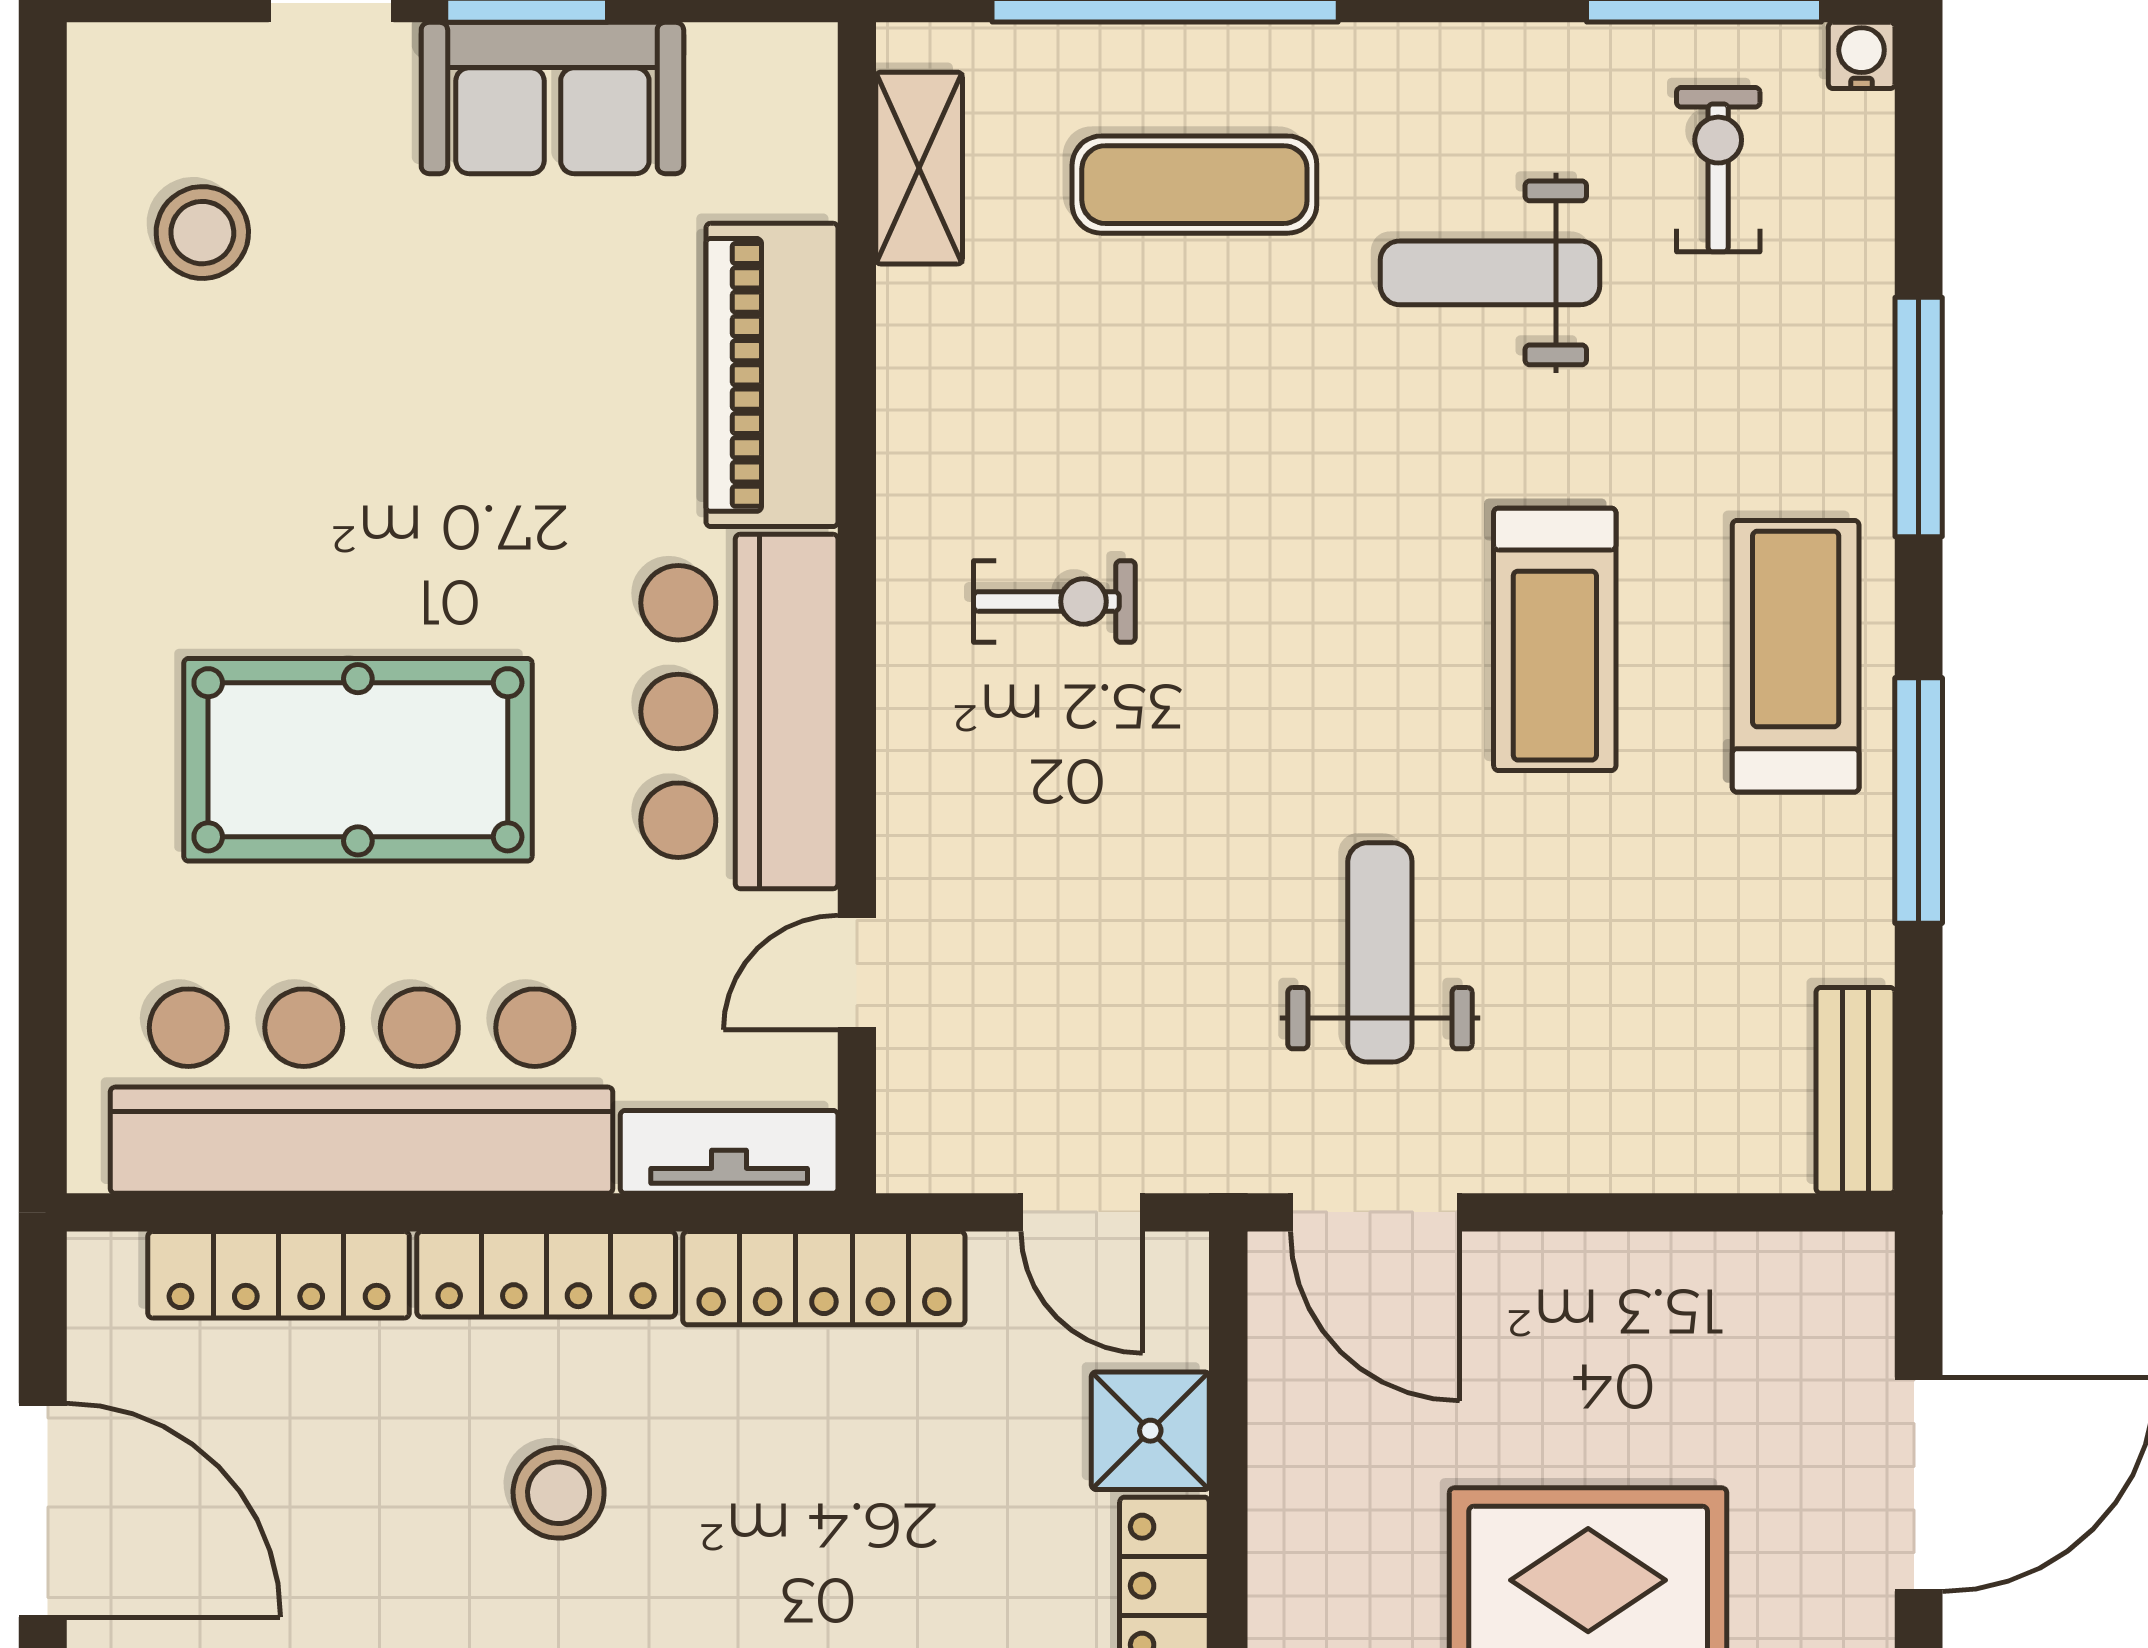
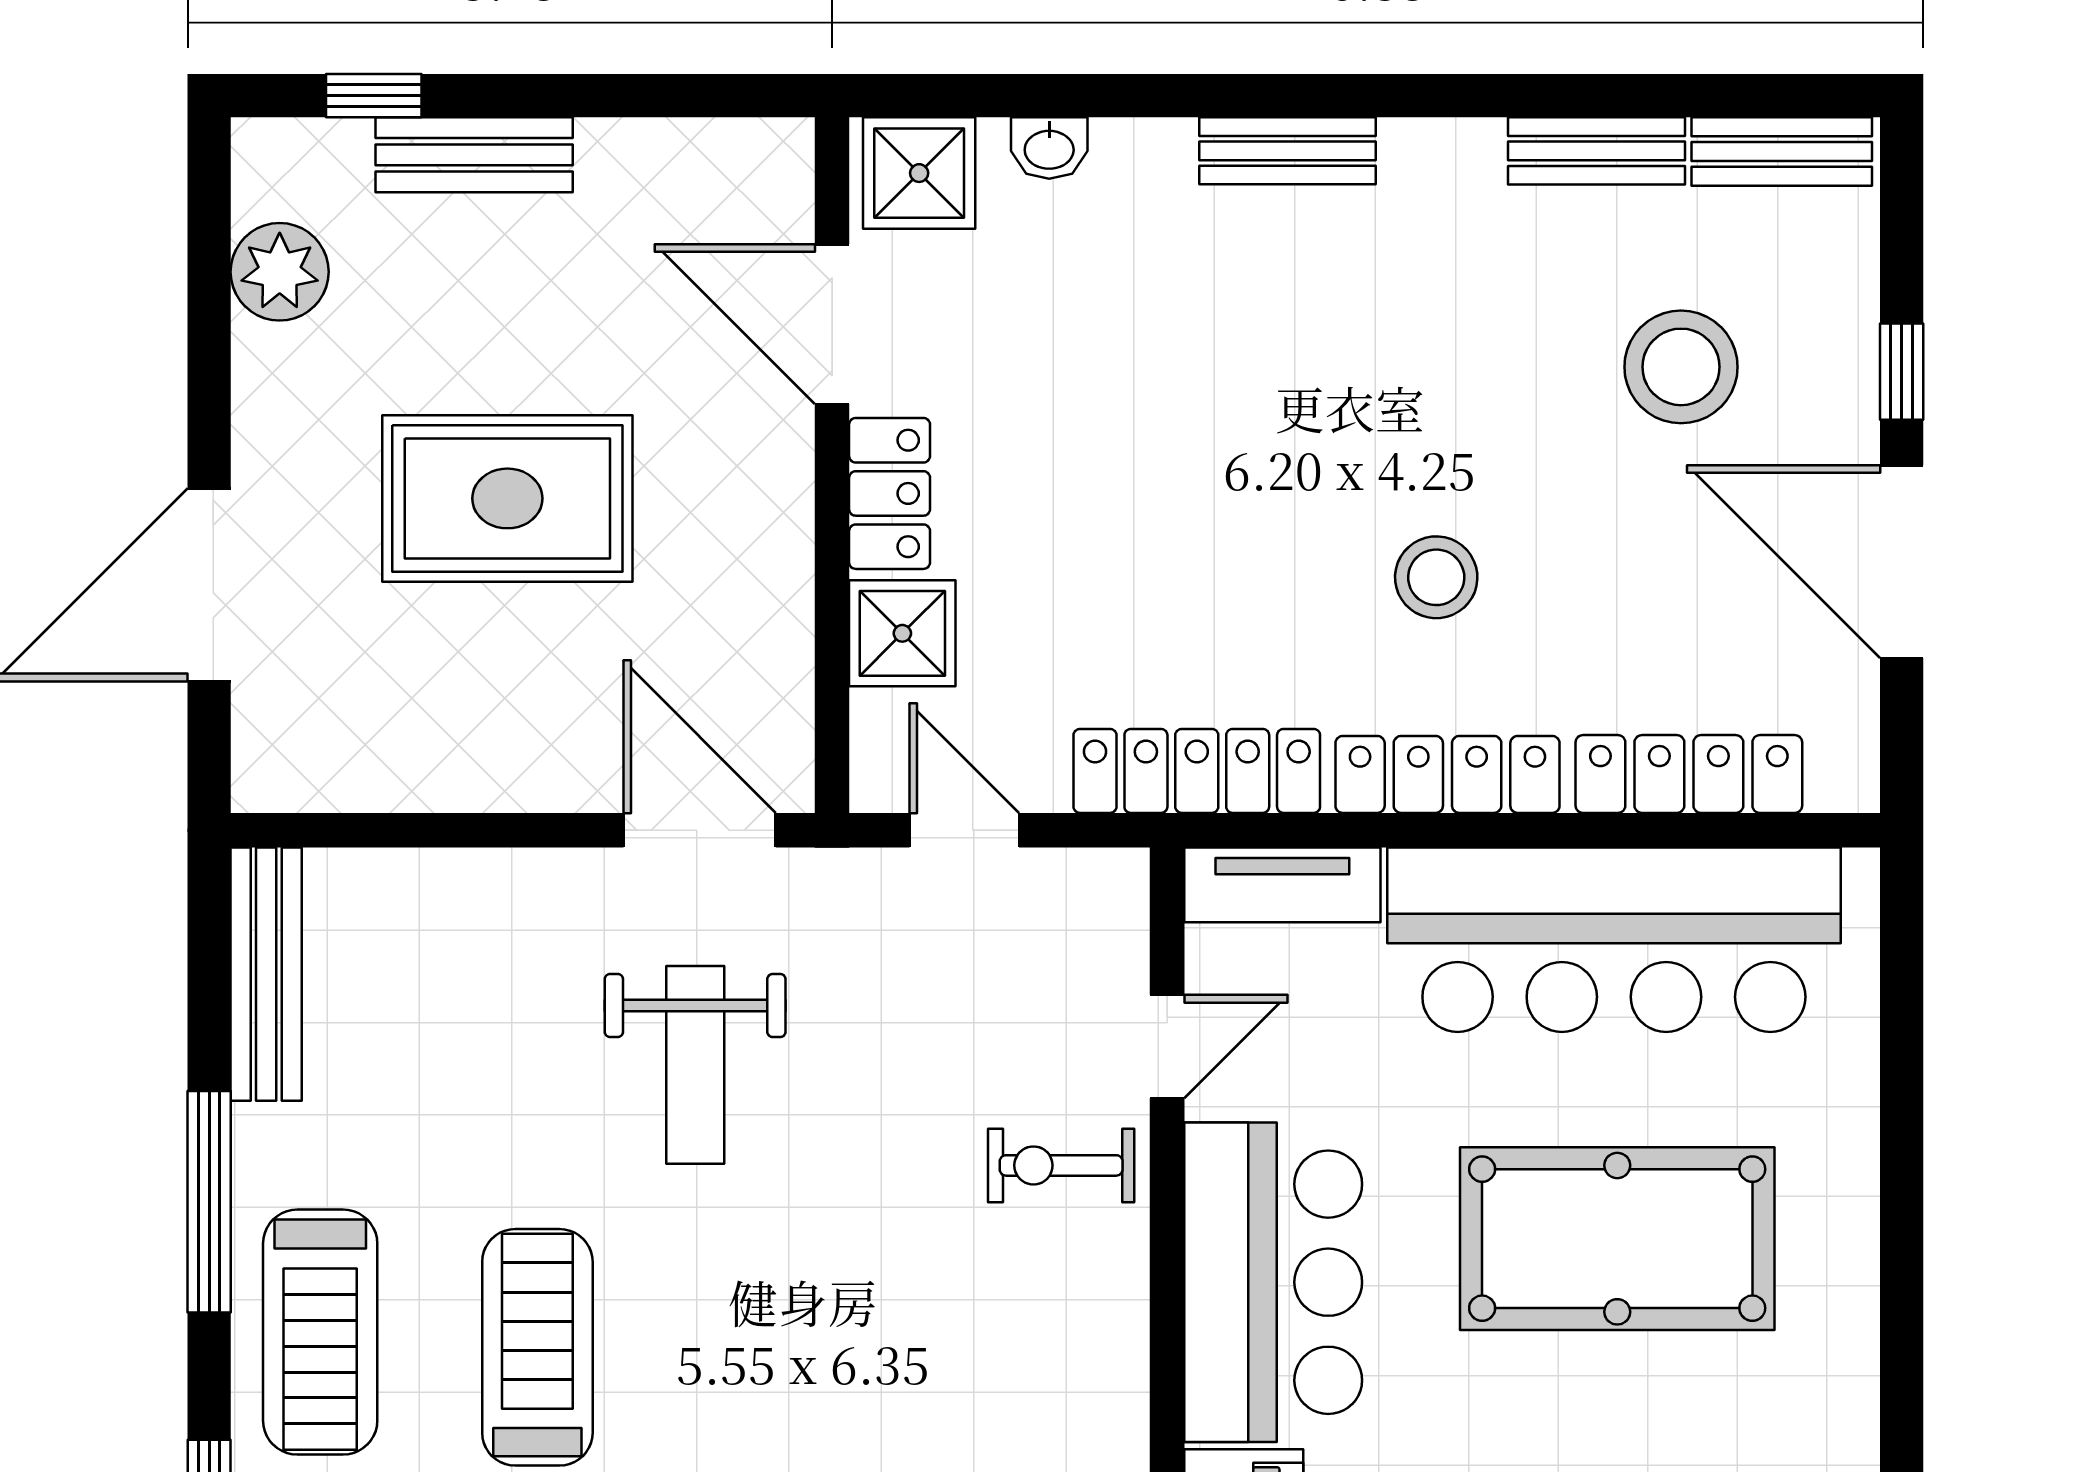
exercise bike: (1054, 601) -> (1061, 1165), moved
bench: (1855, 1090) -> (266, 974), width x1.36

